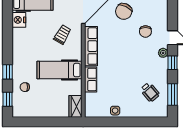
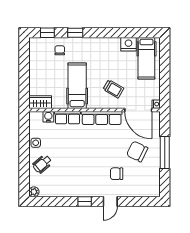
plant: (163, 53) -> (34, 192), moved
wheelchair: (150, 92) -> (42, 164), moved
window: (173, 94) -> (52, 201), removed
water cooler: (90, 98) -> (48, 117), added

